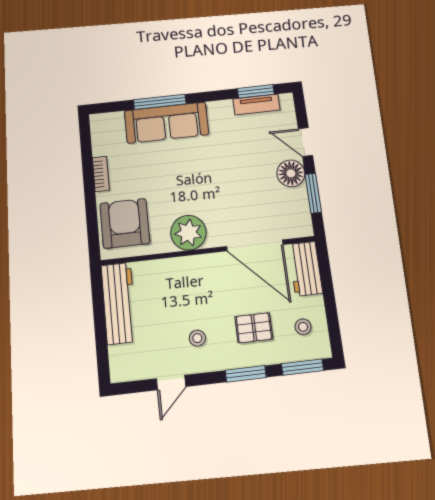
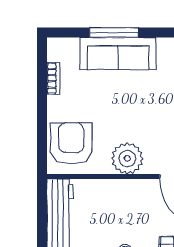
bookcase: (101, 174) -> (53, 78), moved

